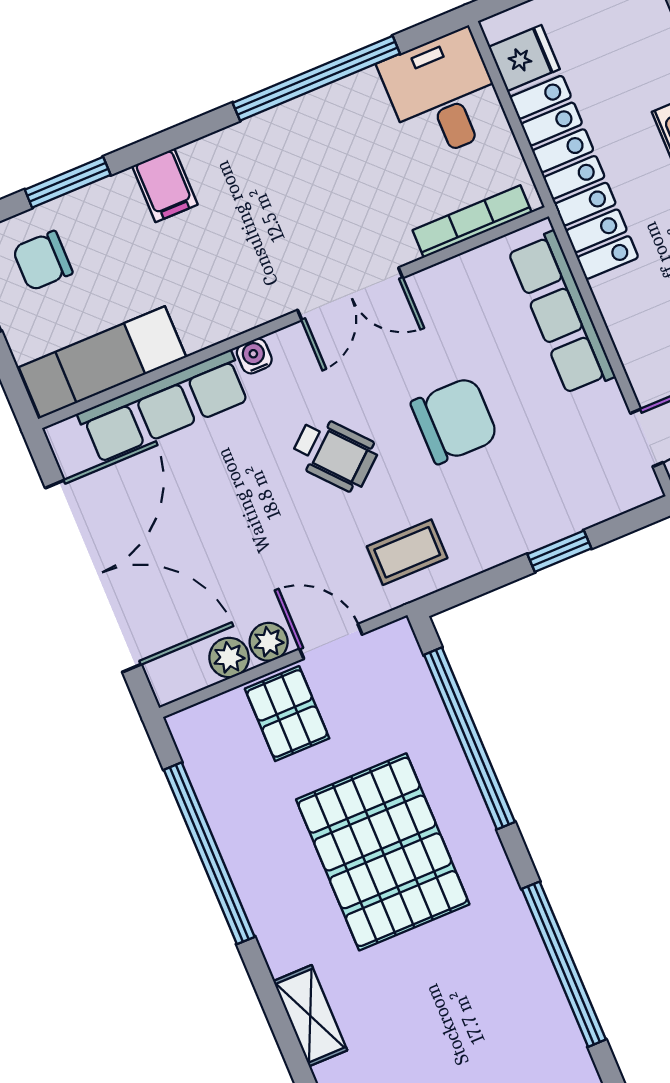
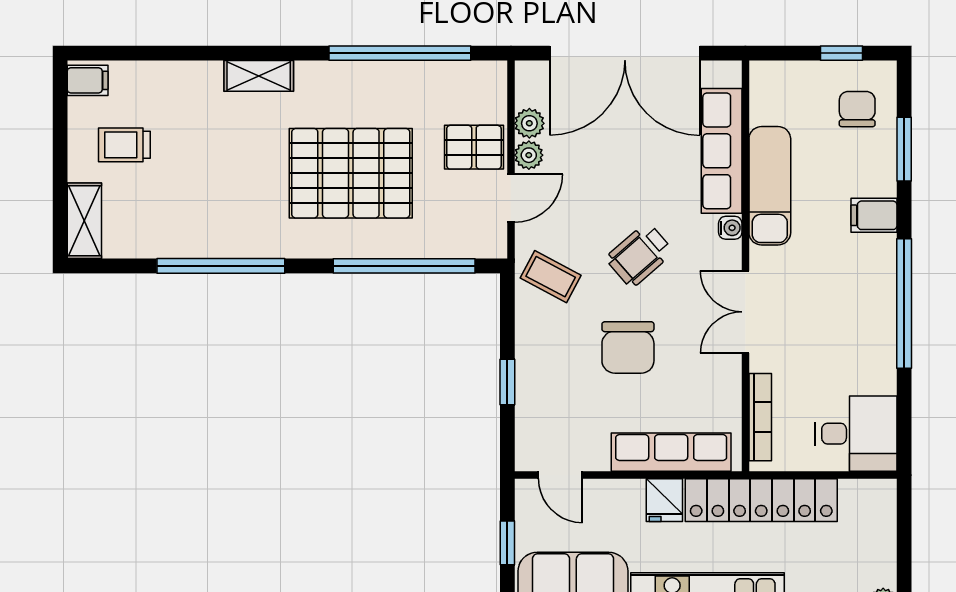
fridge: (524, 58) -> (664, 500), moved
window: (316, 78) -> (904, 304), moved
exam couch: (103, 362) -> (770, 186), moved
coffee table: (407, 552) -> (551, 277), turned -62

